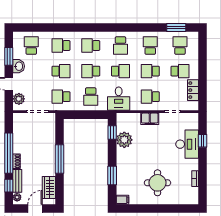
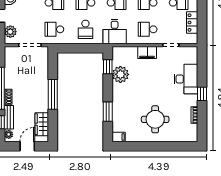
window: (202, 141) -> (202, 94), moved

